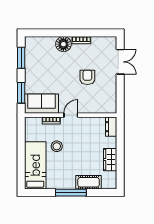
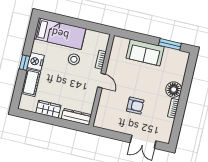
window: (21, 93) -> (135, 36), removed
sofa: (42, 104) -> (145, 52), moved, turned 90
dresser: (111, 127) -> (76, 117), width x1.44
nightstand: (67, 182) -> (36, 61), added
window: (71, 193) -> (25, 63), width x0.46

